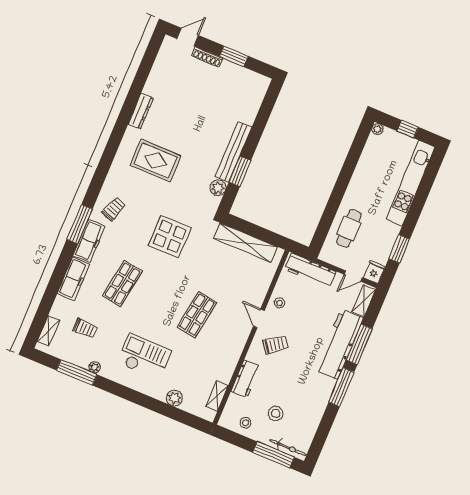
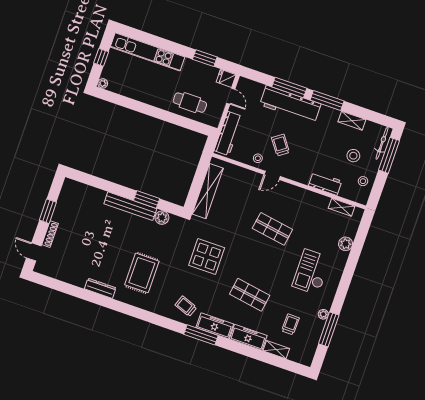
shelving: (364, 301) -> (352, 121), moved
shelving: (48, 331) -> (276, 350), moved
trolley: (275, 345) -> (280, 145), moved

